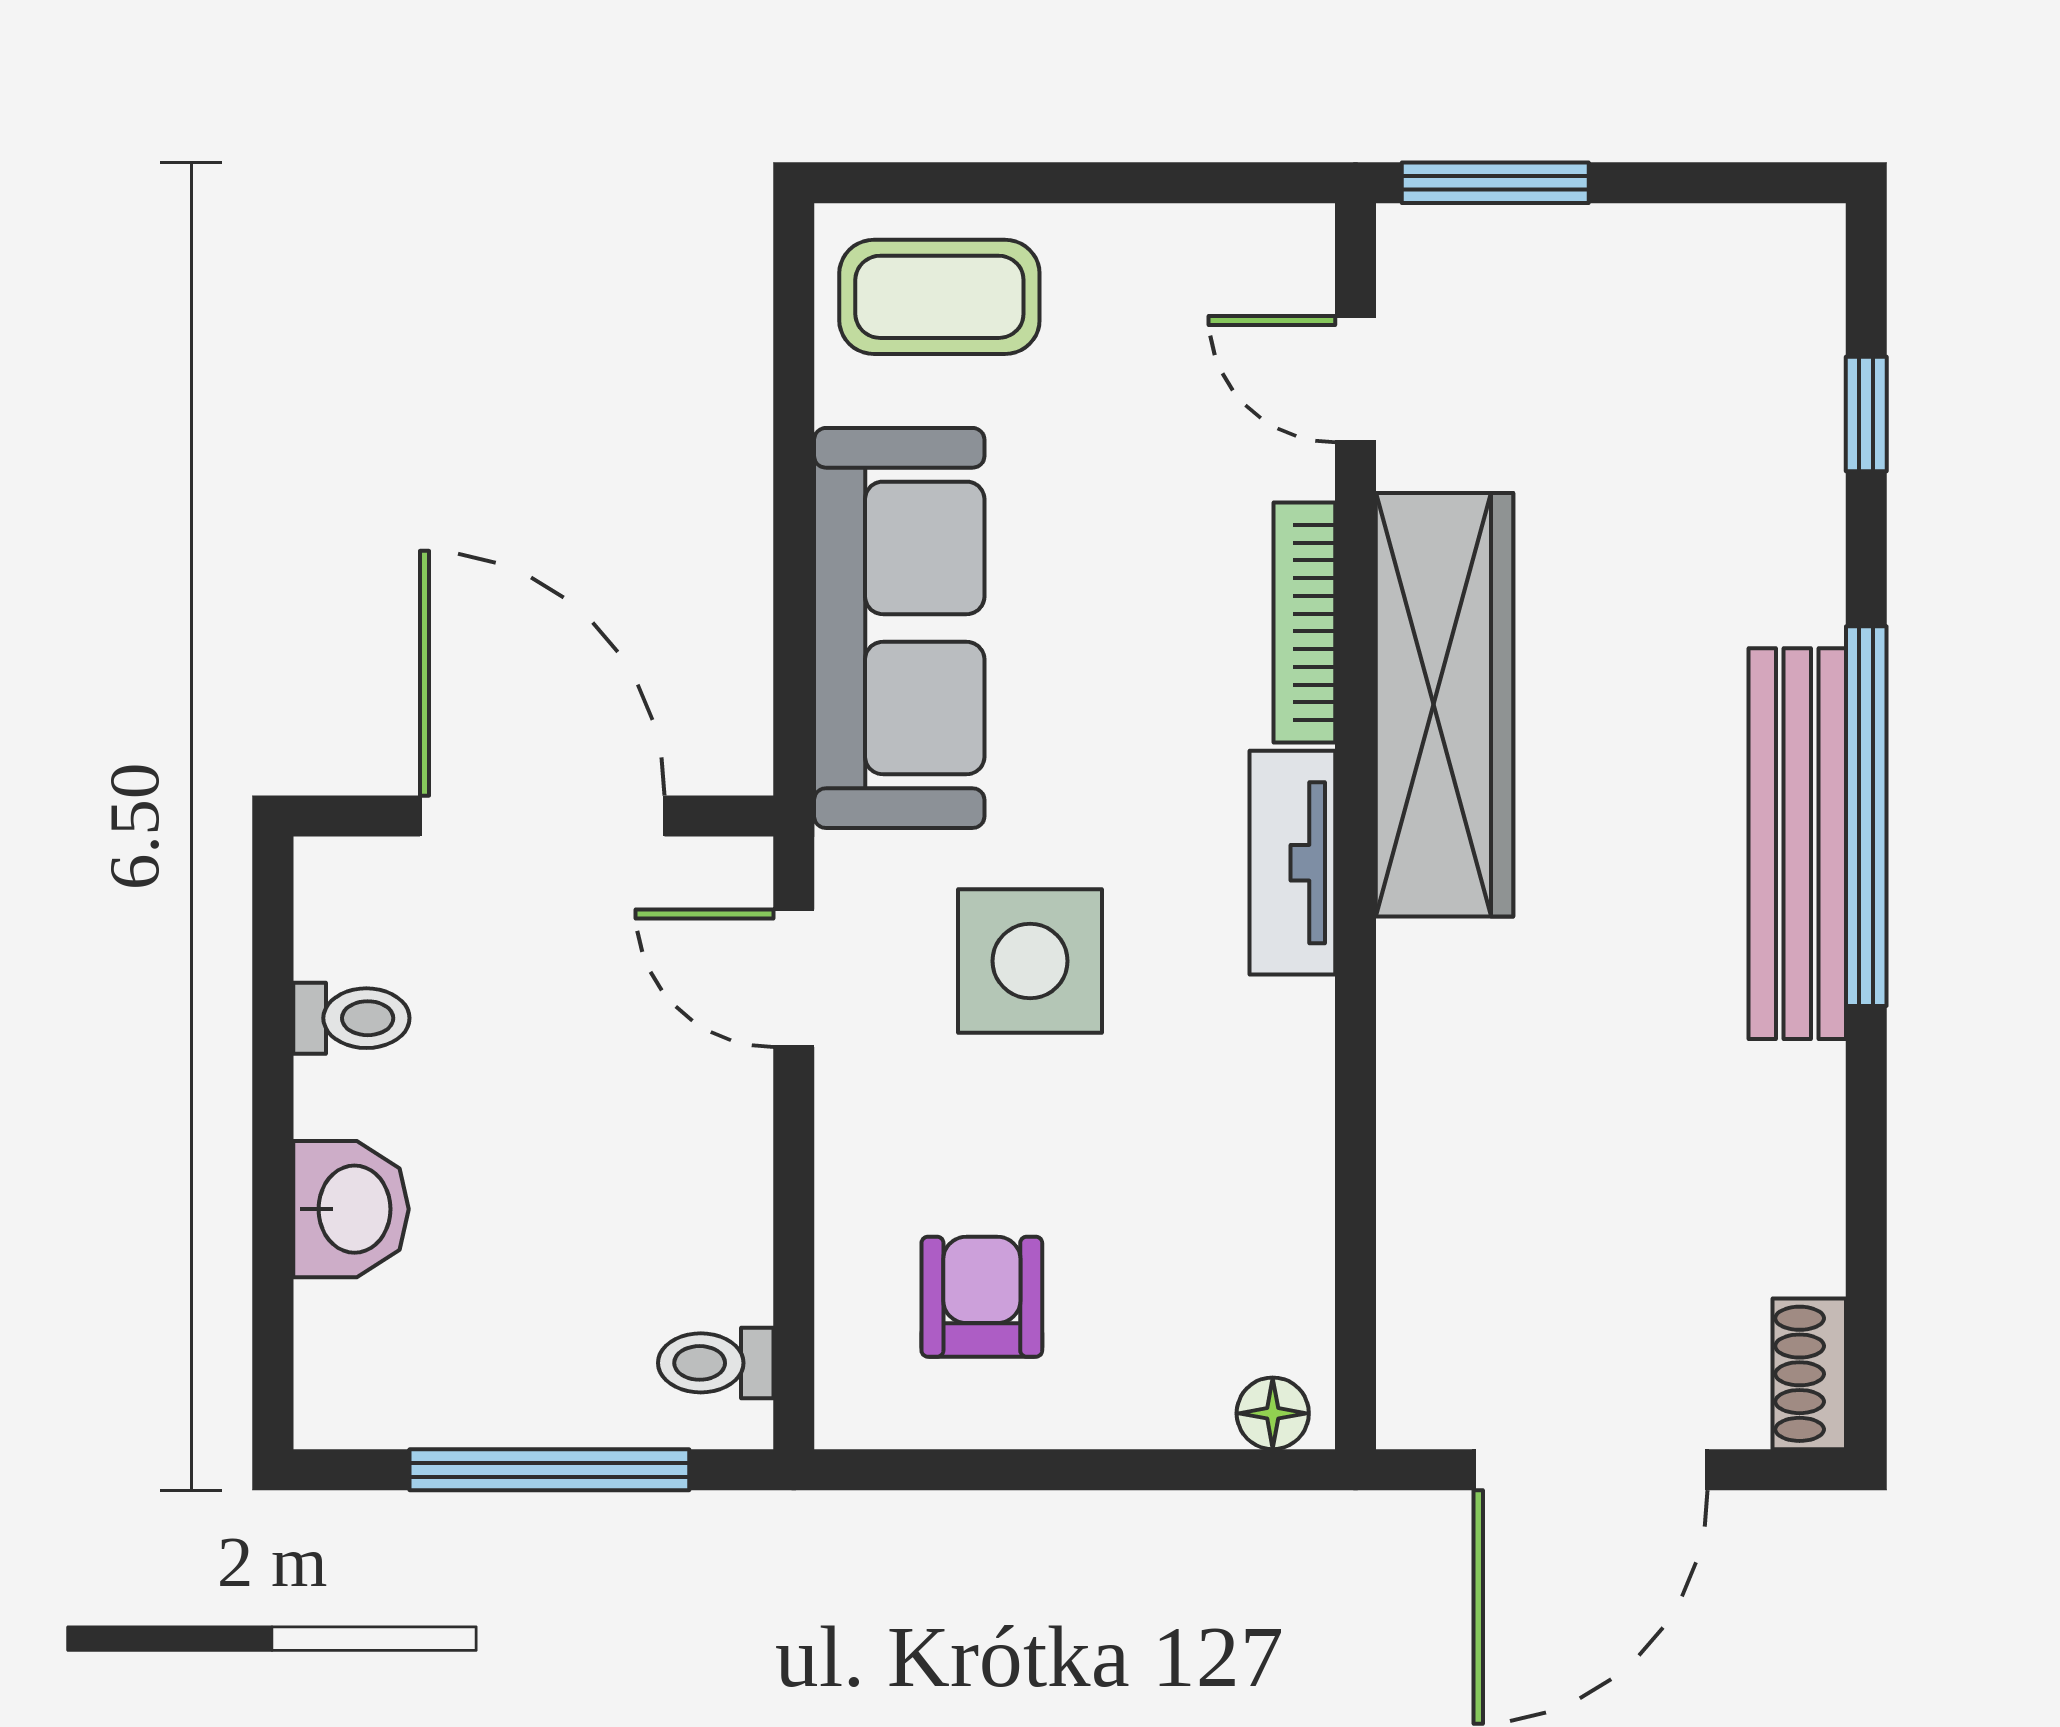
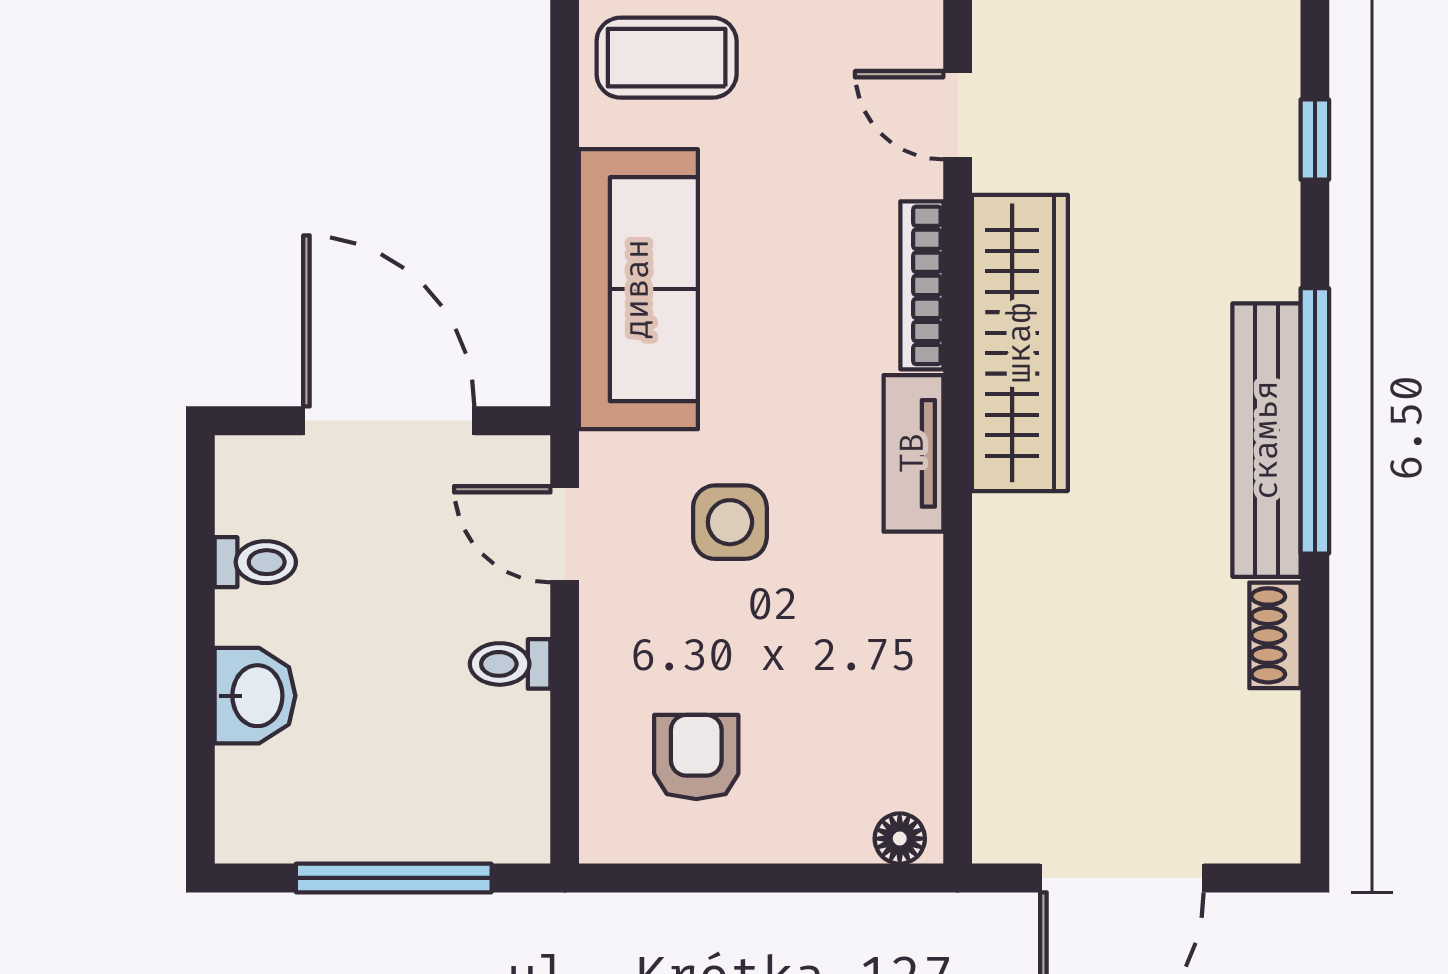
side table: (1030, 961) -> (730, 522), width x0.73, depth x0.73
toilet: (716, 1363) -> (510, 664), moved
shoe rack: (1809, 1374) -> (1275, 635), moved

